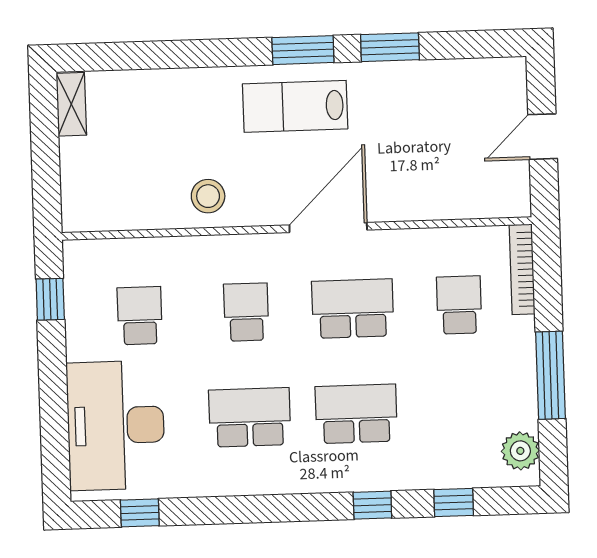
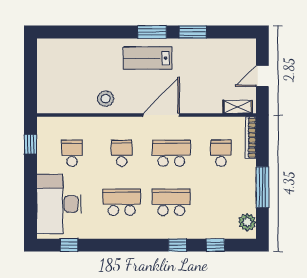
shelving: (71, 104) -> (238, 107), moved, turned 90

